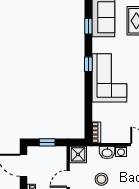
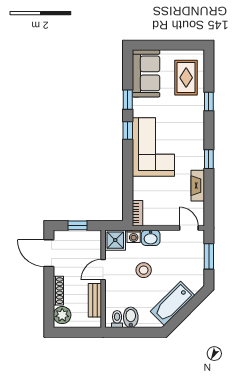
window: (88, 26) -> (128, 100), moved
washing machine: (121, 151) -> (134, 236), moved

